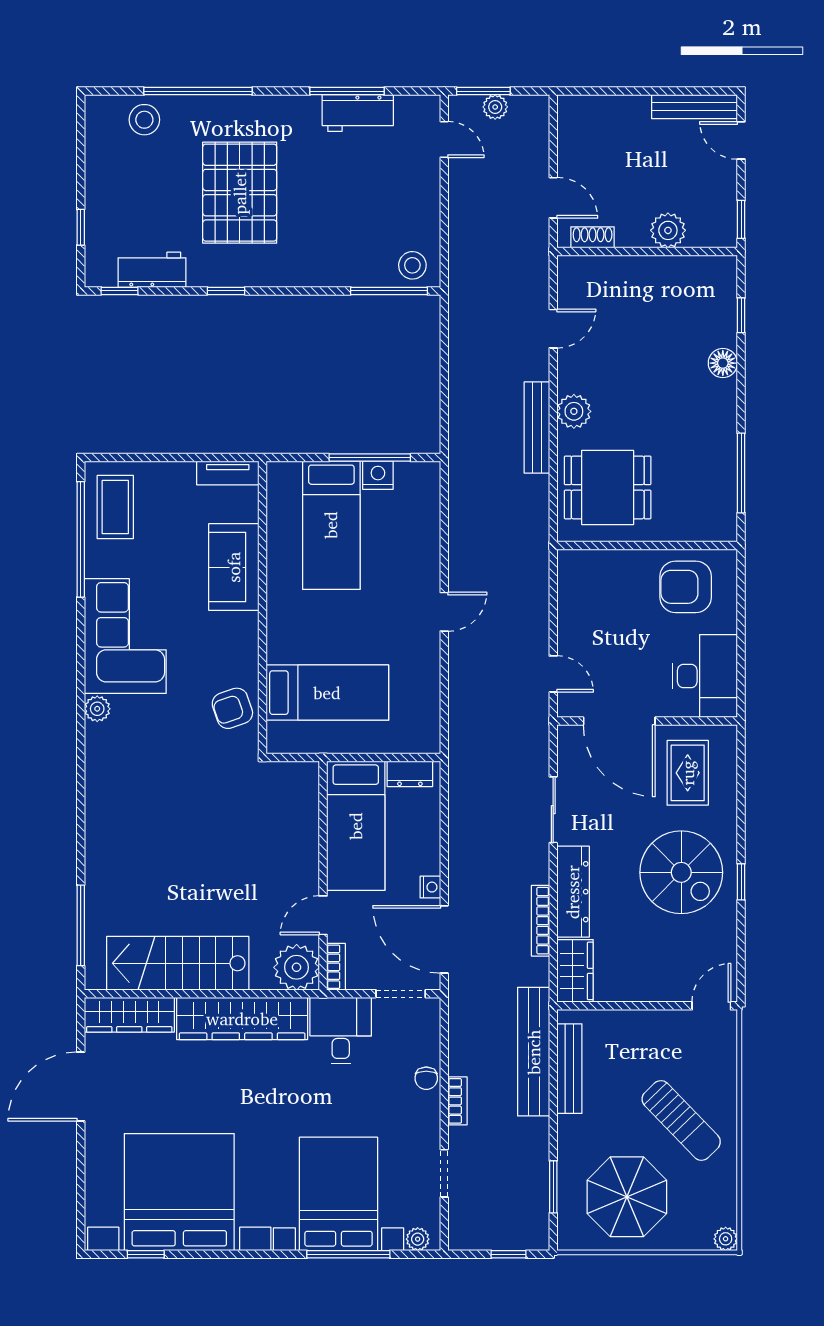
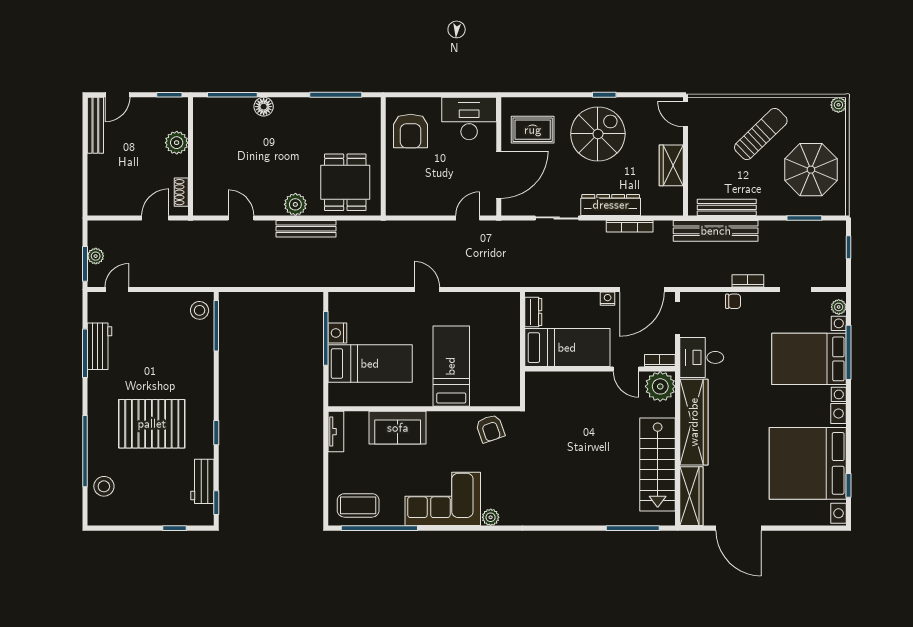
window: (741, 315) -> (232, 95), width x2.17
bed: (327, 693) -> (451, 366), moved
wardrobe: (575, 971) -> (671, 165), moved, turned -90

